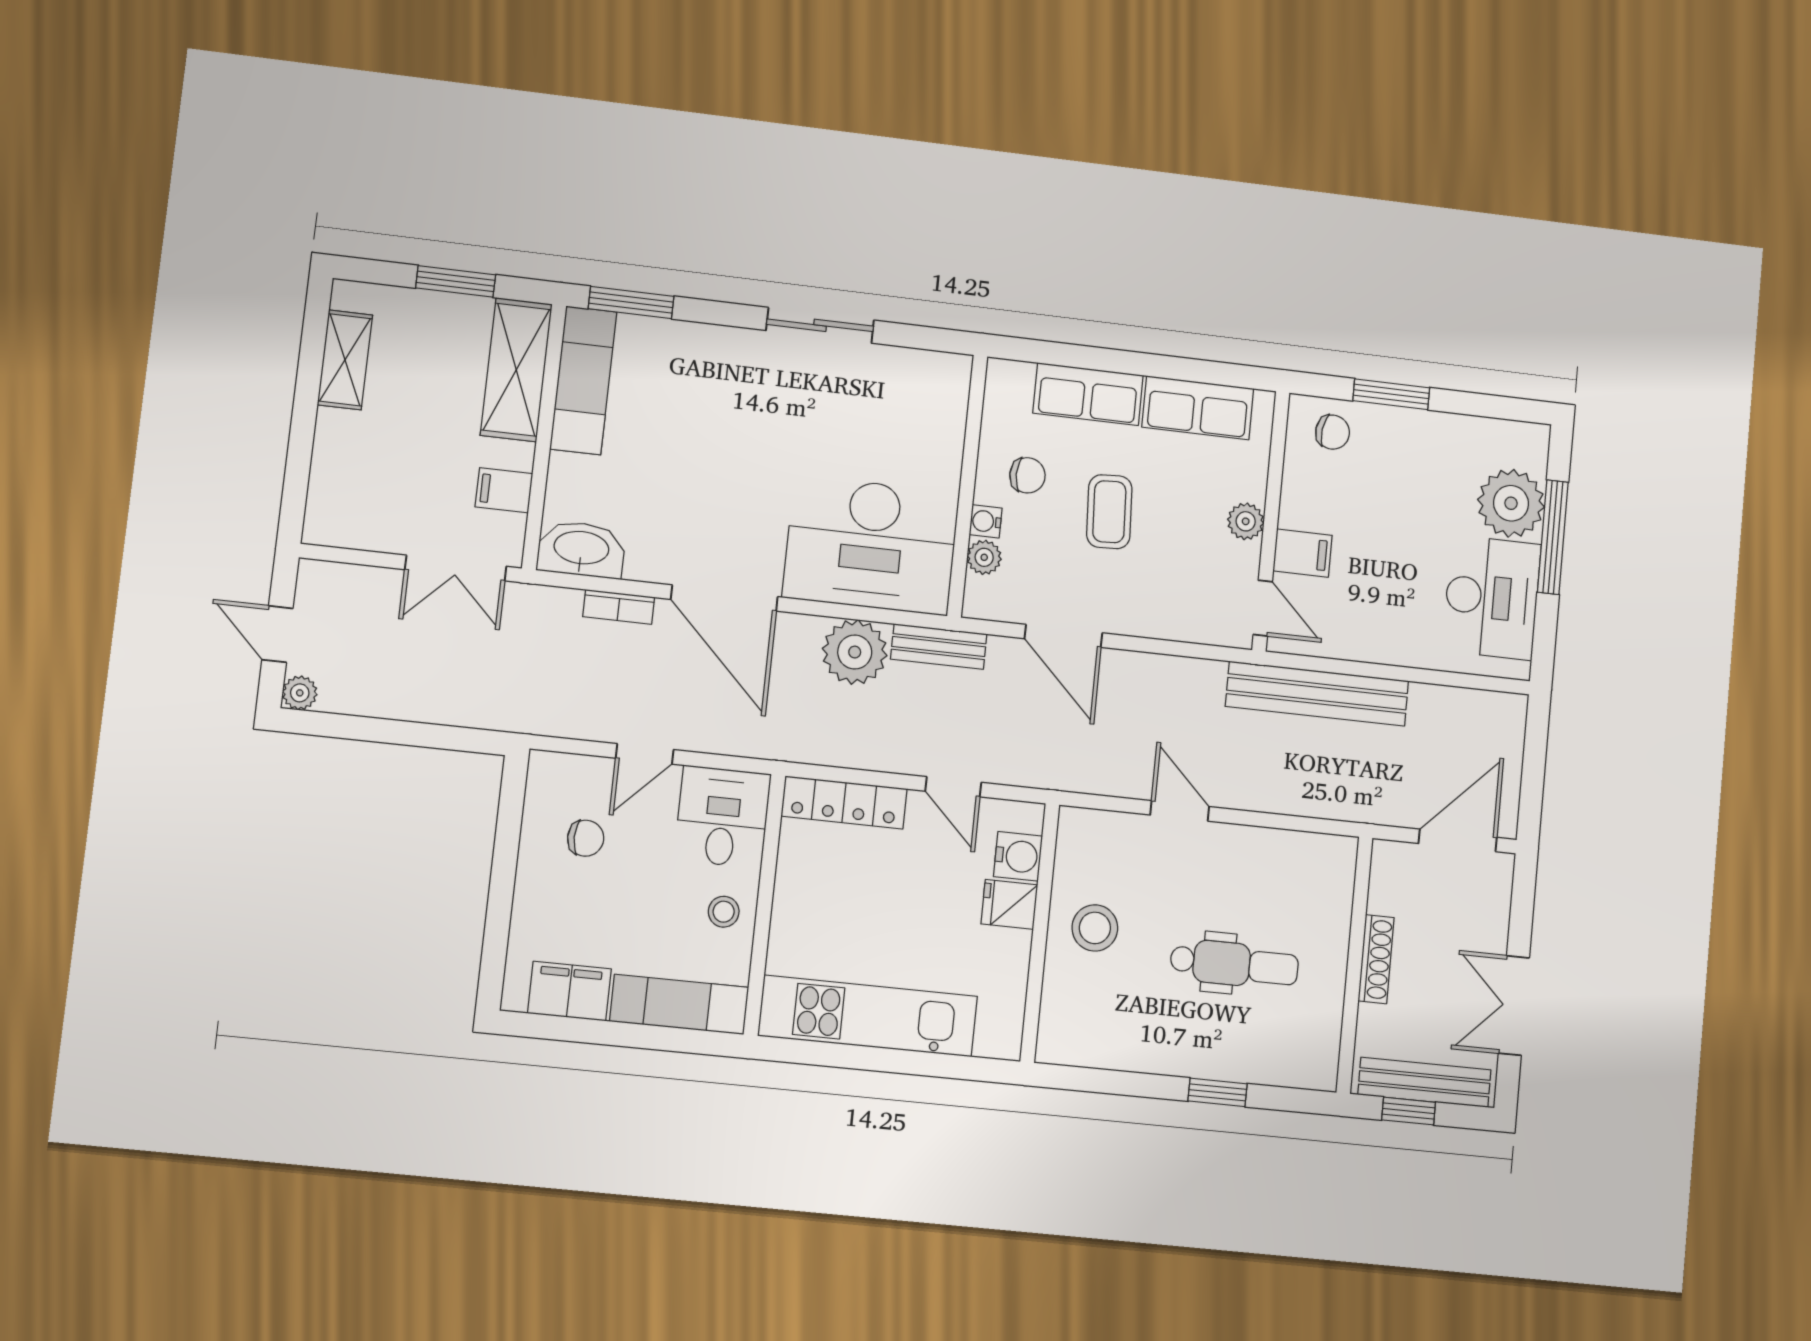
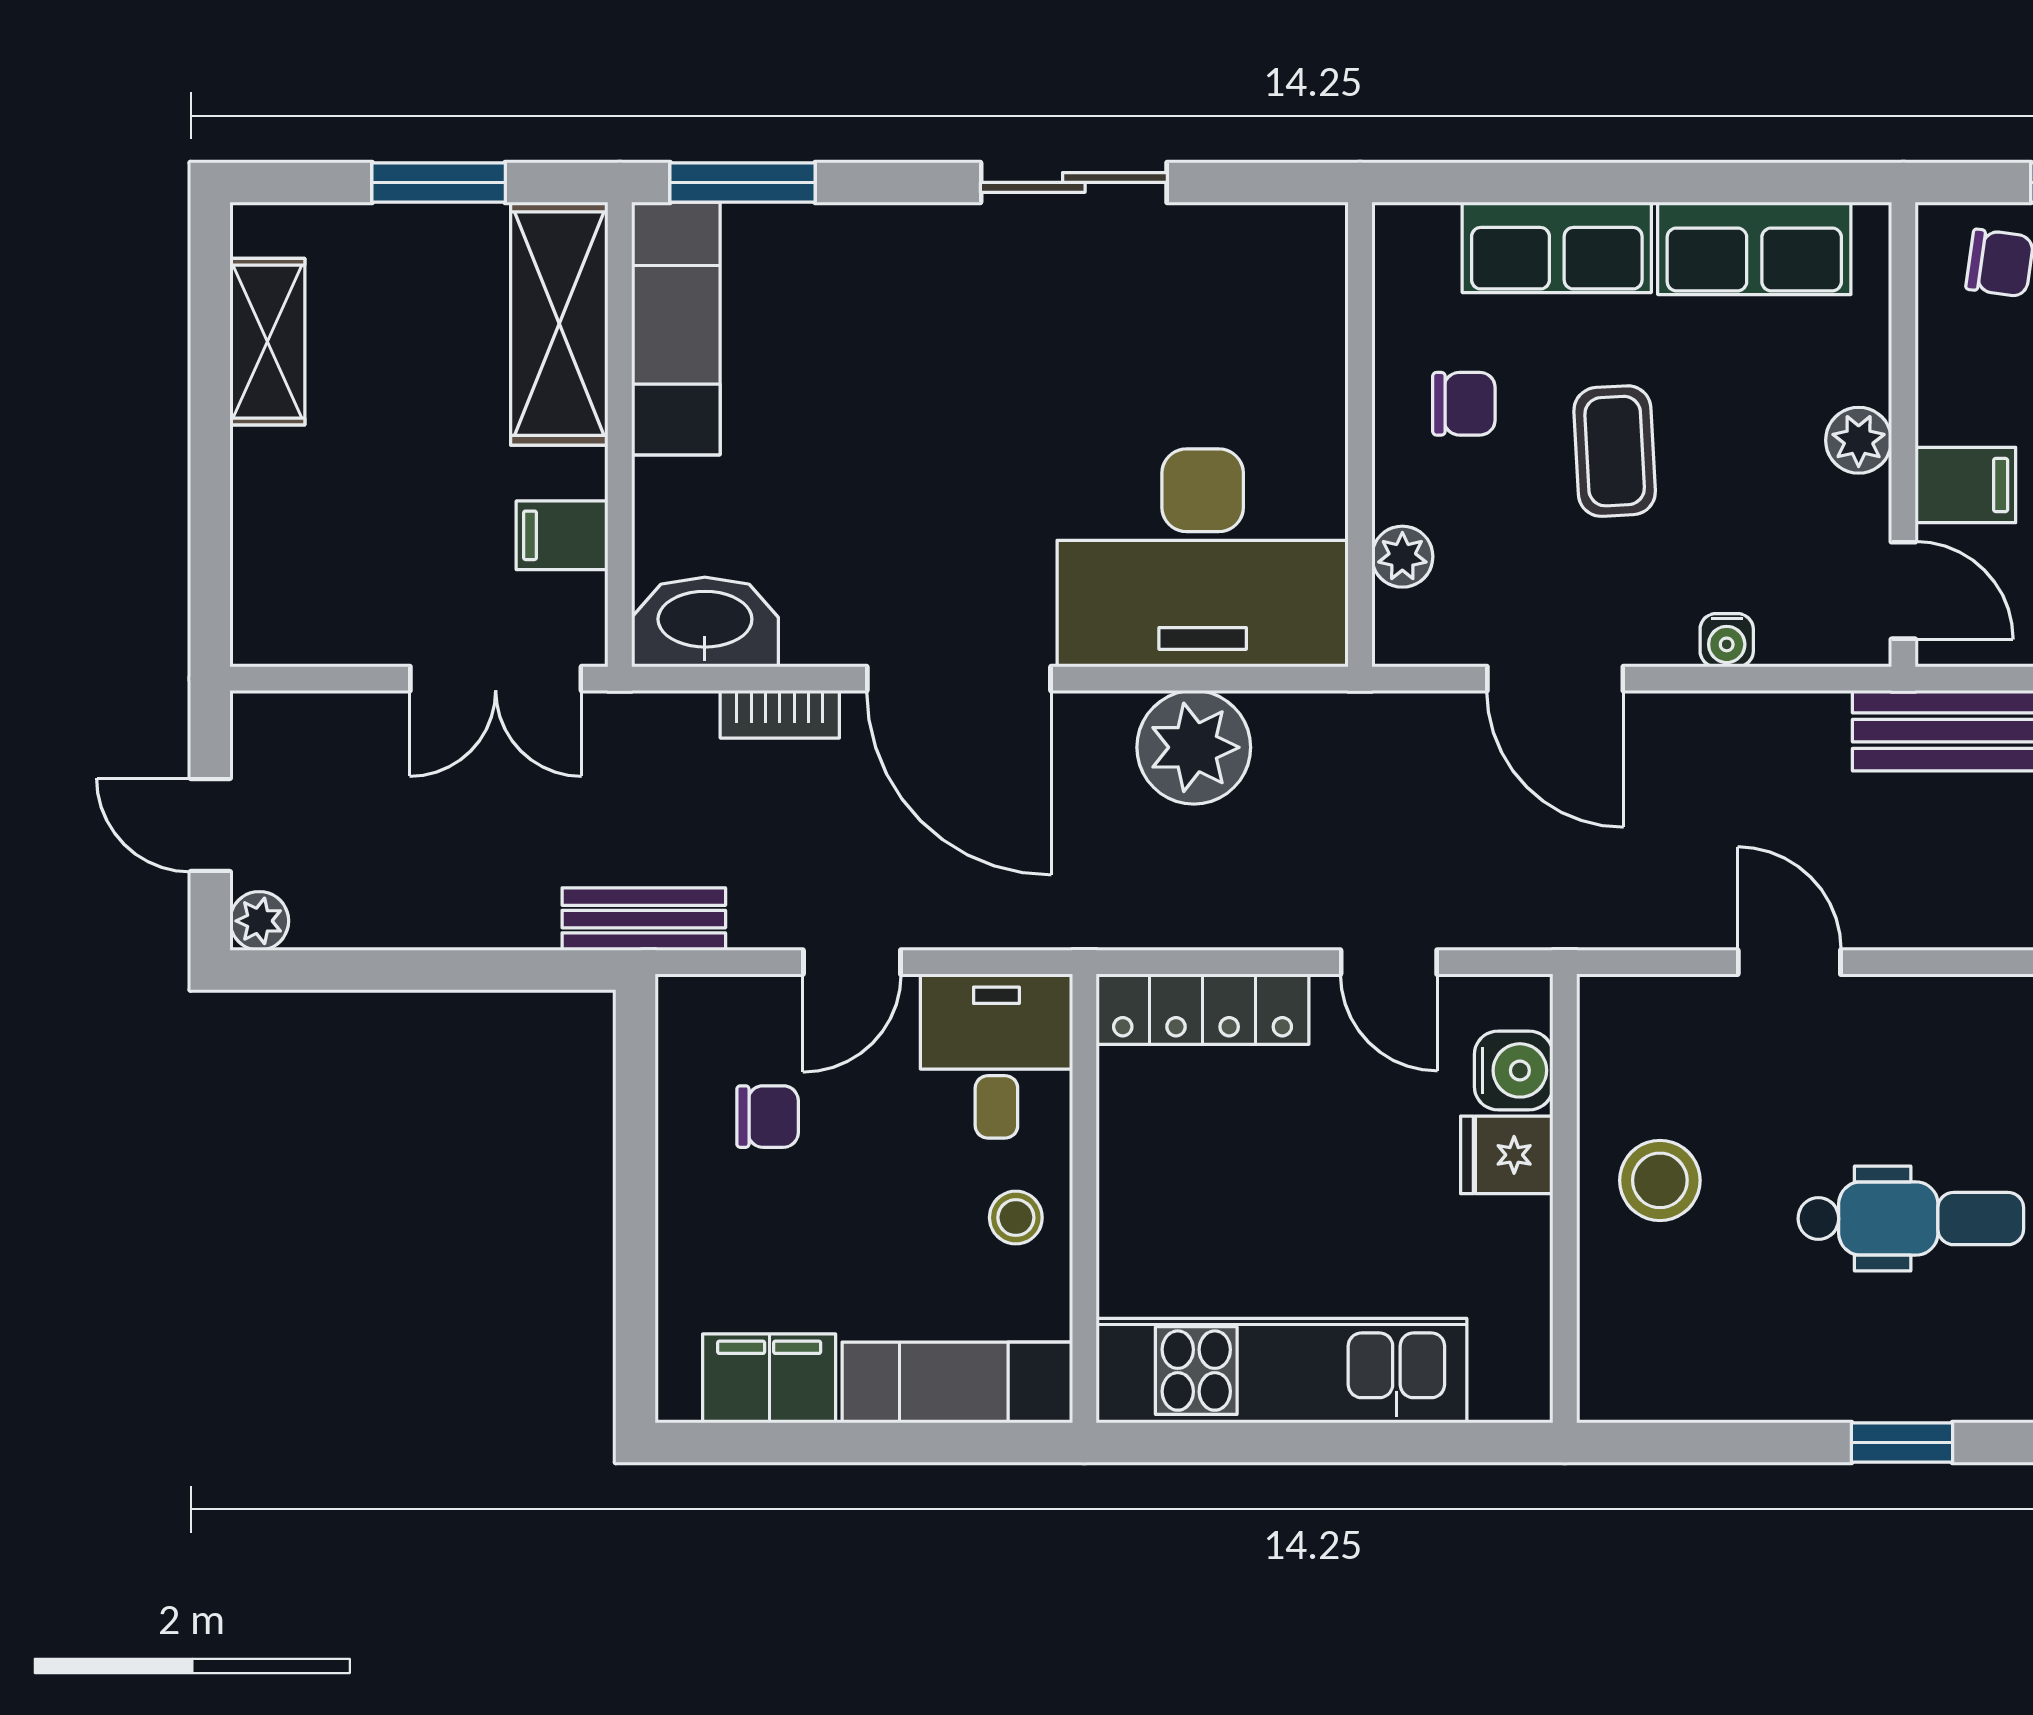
water cooler: (986, 521) -> (1727, 640), moved, turned -90
bench: (939, 647) -> (644, 919), moved

